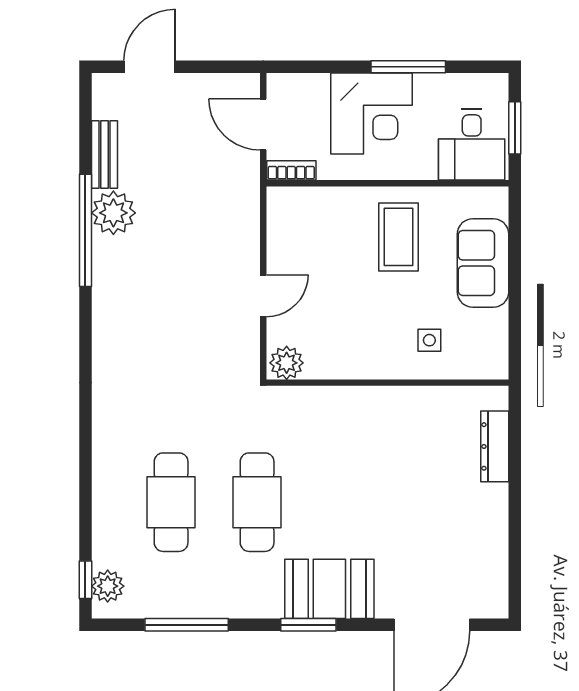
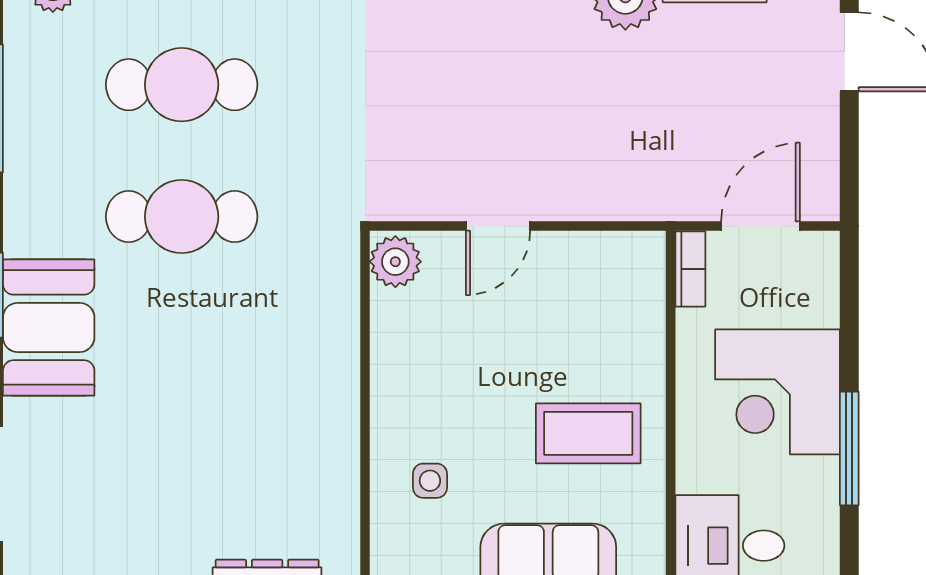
door: (263, 296) -> (498, 226), hinge flipped

